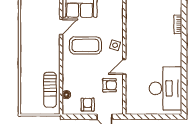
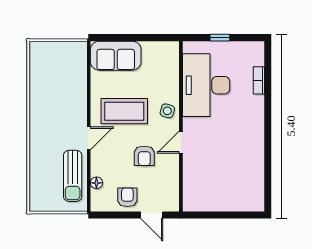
door: (61, 27) -> (89, 138), moved
armchair: (109, 85) -> (144, 156), moved, turned 90
desk: (166, 88) -> (206, 85), moved, turned 180

